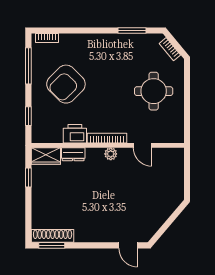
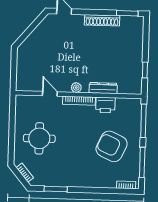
armchair: (66, 84) -> (112, 146), turned -110
window: (28, 116) -> (143, 121), width x2.17
dresser: (73, 154) -> (103, 88), width x1.44
wardrobe: (46, 156) -> (130, 87), removed
shoe rack: (53, 236) -> (102, 20), moved

